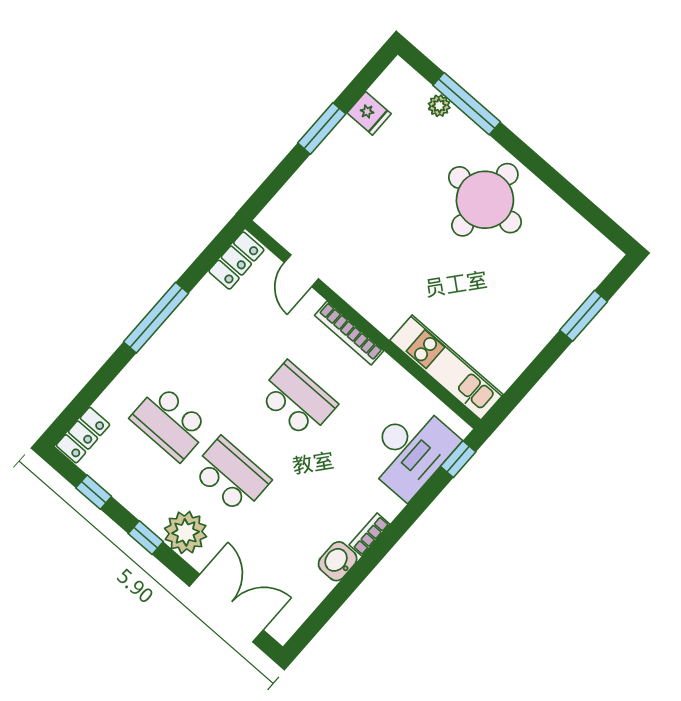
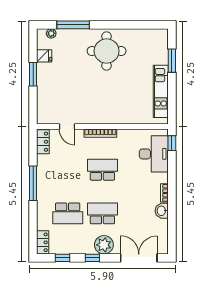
plant: (439, 106) -> (51, 33), moved
kitchen unit: (446, 368) -> (161, 91), moved, turned -90

